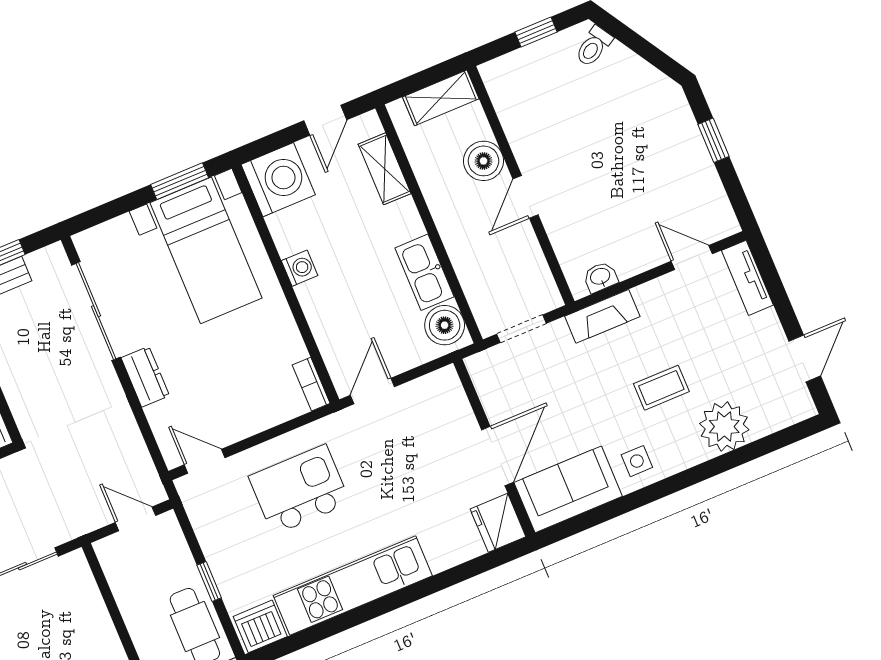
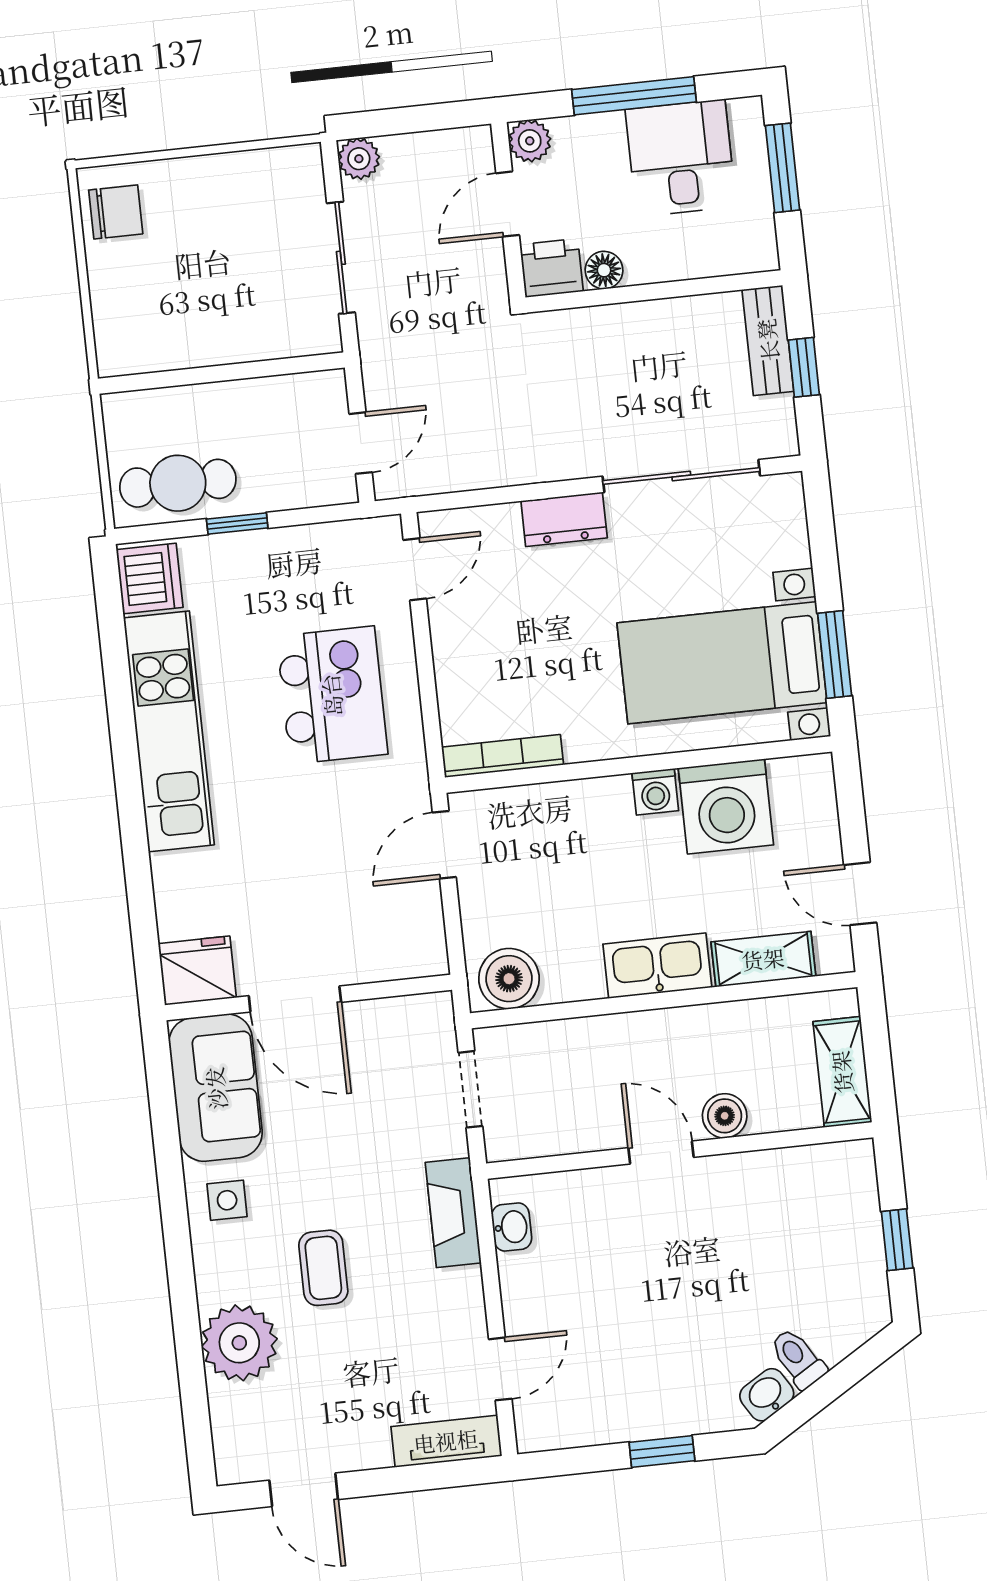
toilet: (594, 46) -> (798, 1359), moved
washbasin: (658, 85) -> (767, 1395), added
boiler: (484, 161) -> (725, 1116), width x0.73, depth x0.73
washing machine: (278, 180) -> (726, 806), moved
kitchen sink: (424, 272) -> (657, 966), moved
bookcase: (311, 384) -> (502, 756), width x1.56
door: (372, 391) -> (444, 845), swing flipped

